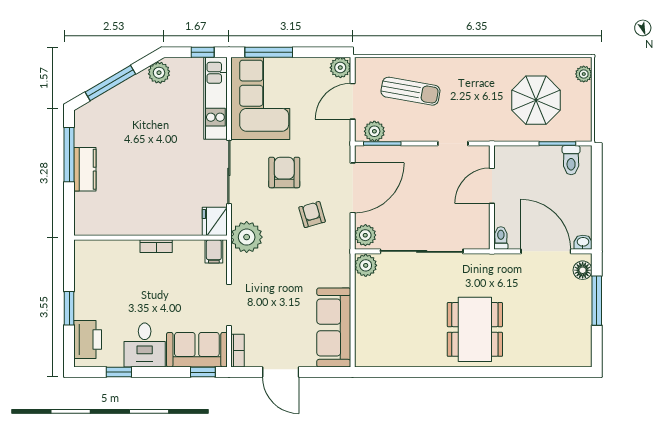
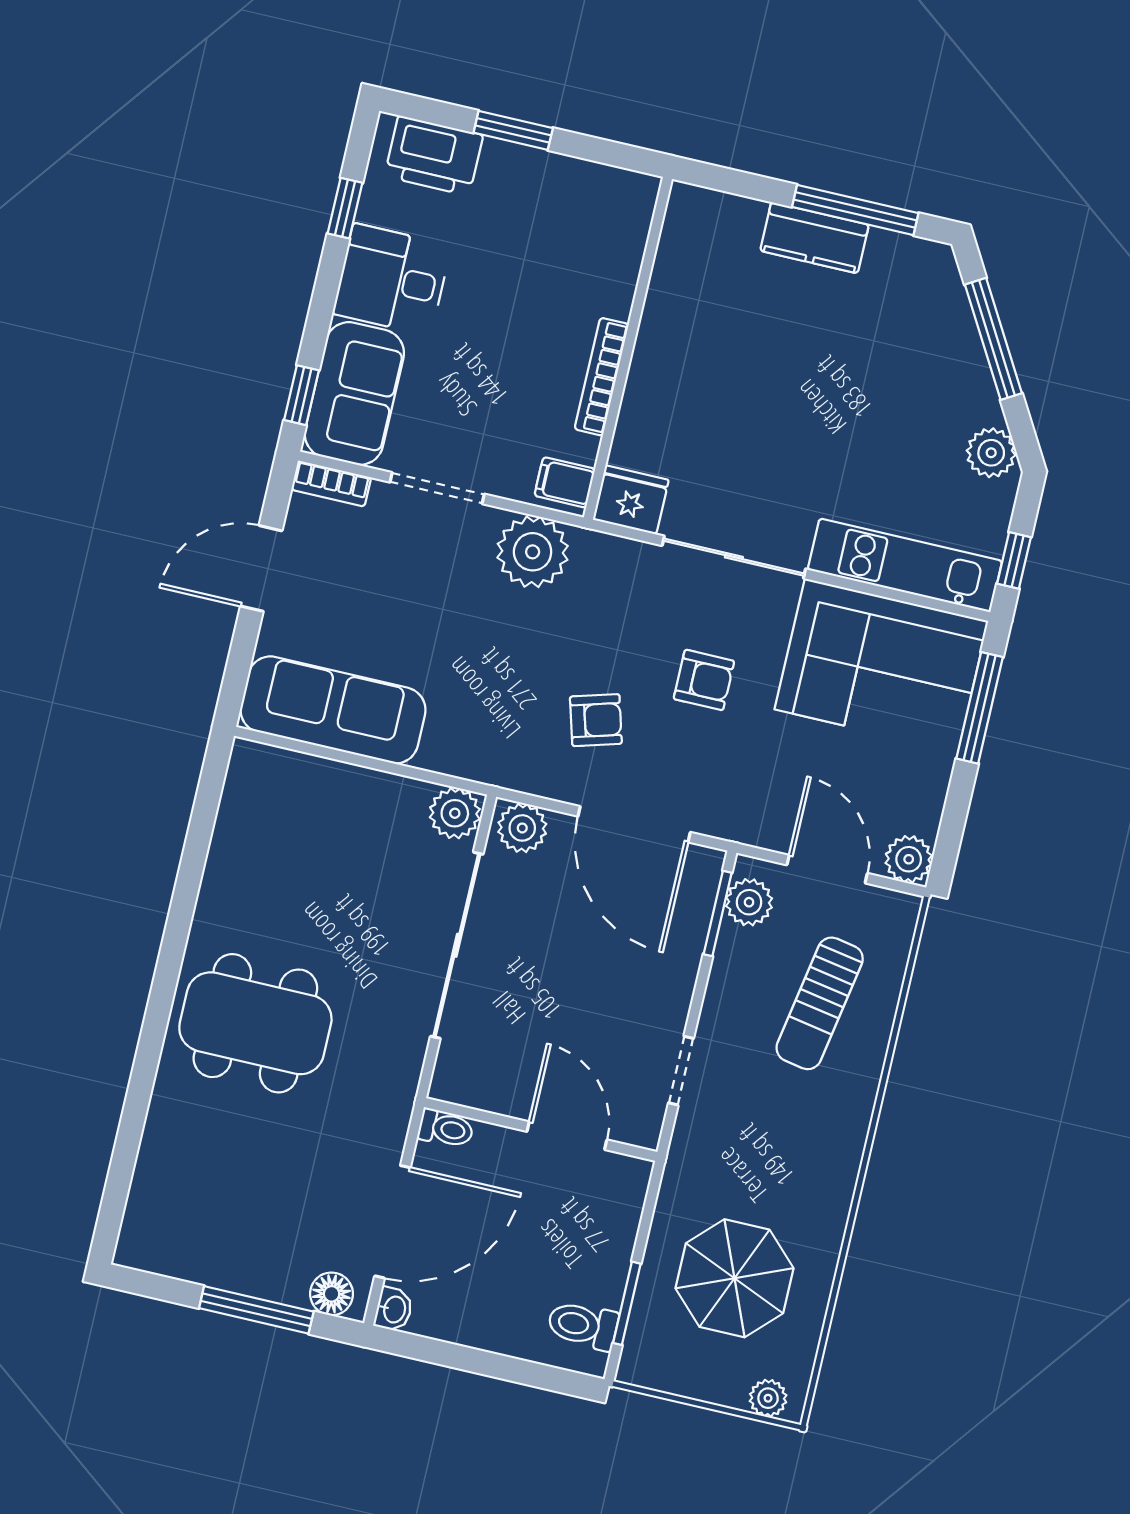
armchair: (284, 172) -> (704, 680), width x0.72, depth x0.72
plant: (247, 237) -> (533, 552), moved
bookcase: (156, 246) -> (602, 377), width x1.56

